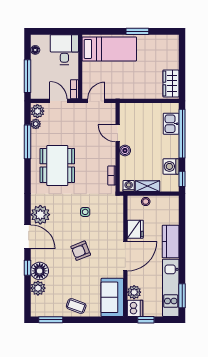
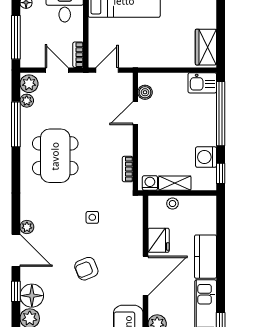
kitchen sink: (171, 124) -> (202, 83), moved, turned -90
door: (118, 133) -> (135, 113), hinge flipped
boiler: (125, 151) -> (145, 92), moved
plant: (40, 215) -> (27, 227), width x0.53, depth x0.53

